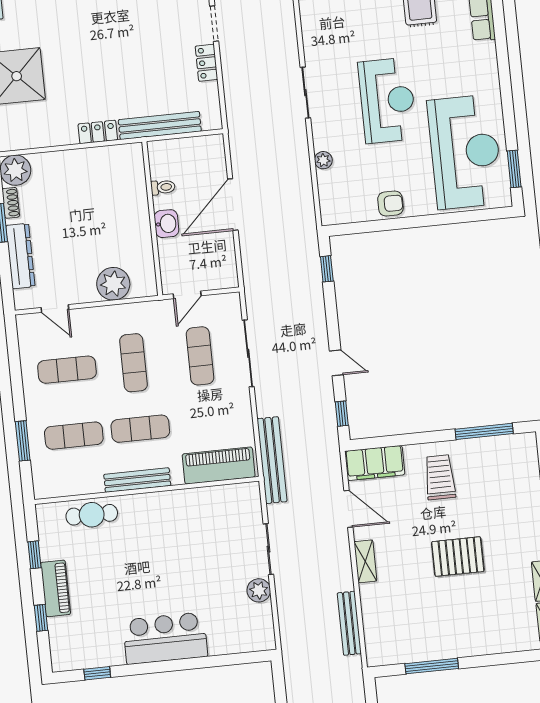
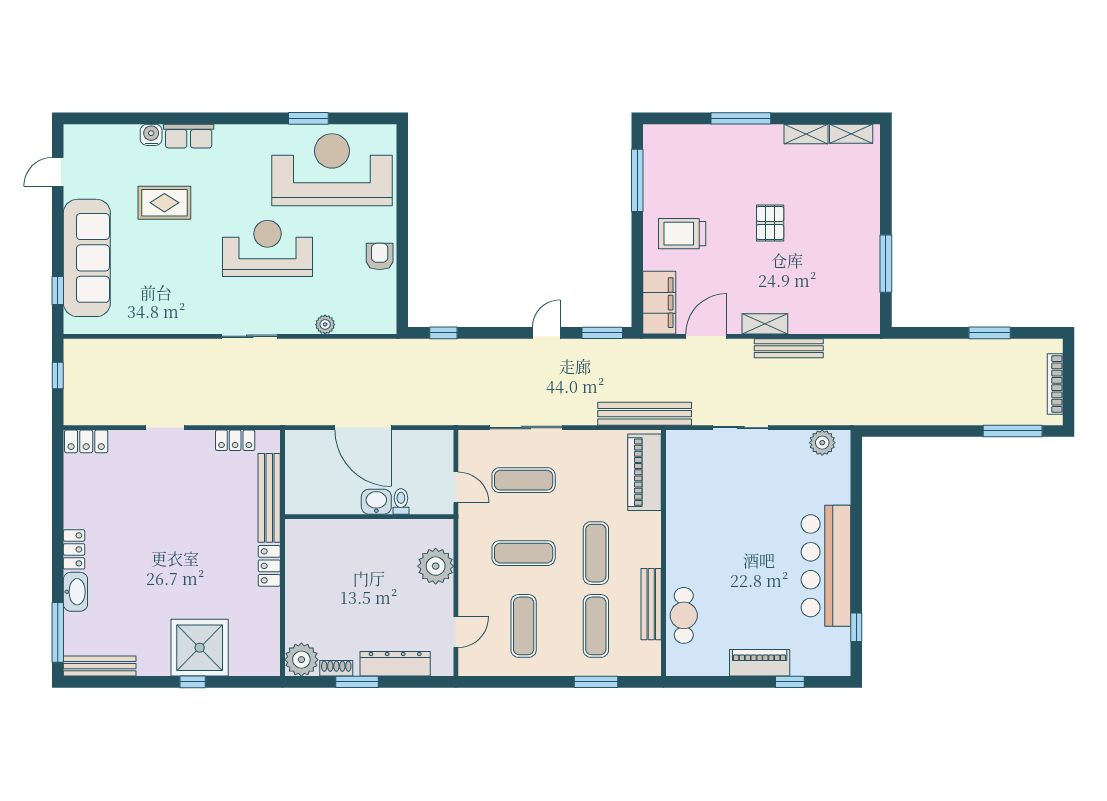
locker: (207, 63) -> (235, 440), moved
window: (514, 169) -> (308, 118), moved
toilet: (163, 187) -> (401, 501), moved
window: (342, 414) -> (602, 333), width x1.50
bench: (137, 480) -> (651, 604), moved
window: (34, 555) -> (721, 682), removed
pallet: (458, 557) -> (770, 223), width x0.67, depth x0.71
plant: (259, 590) -> (822, 443), moved
bench: (349, 623) -> (789, 348), moved
bar counter: (165, 638) -> (826, 566), width x1.36

